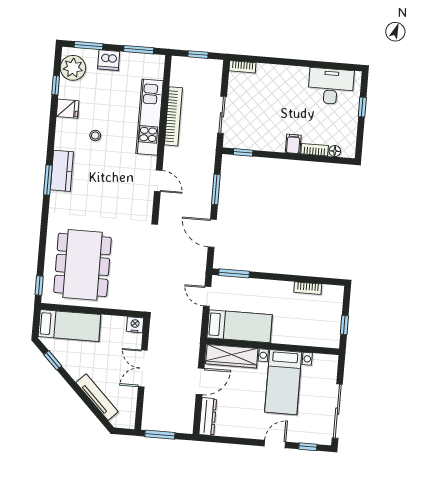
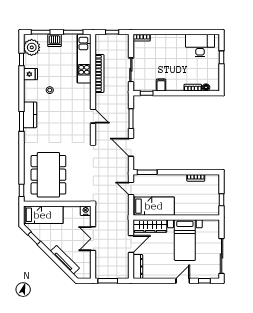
kitchen unit: (150, 117) -> (84, 59), moved
filing cabinet: (293, 144) -> (161, 85), moved

